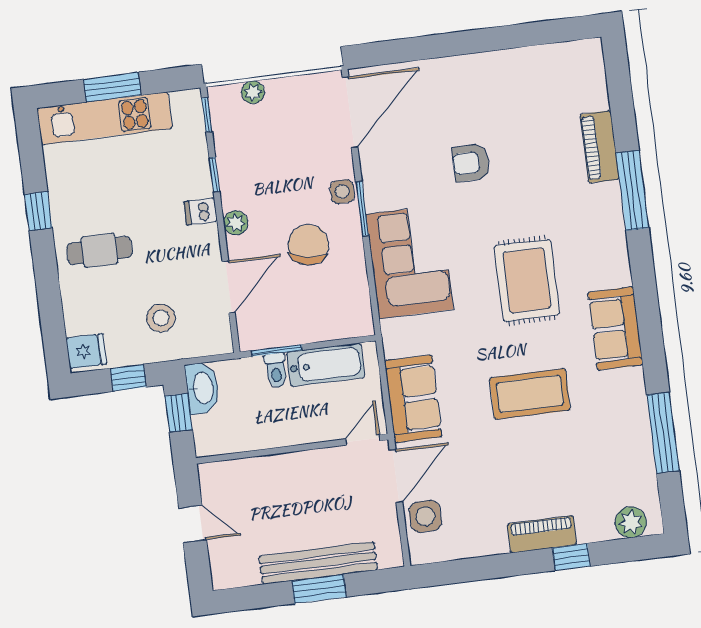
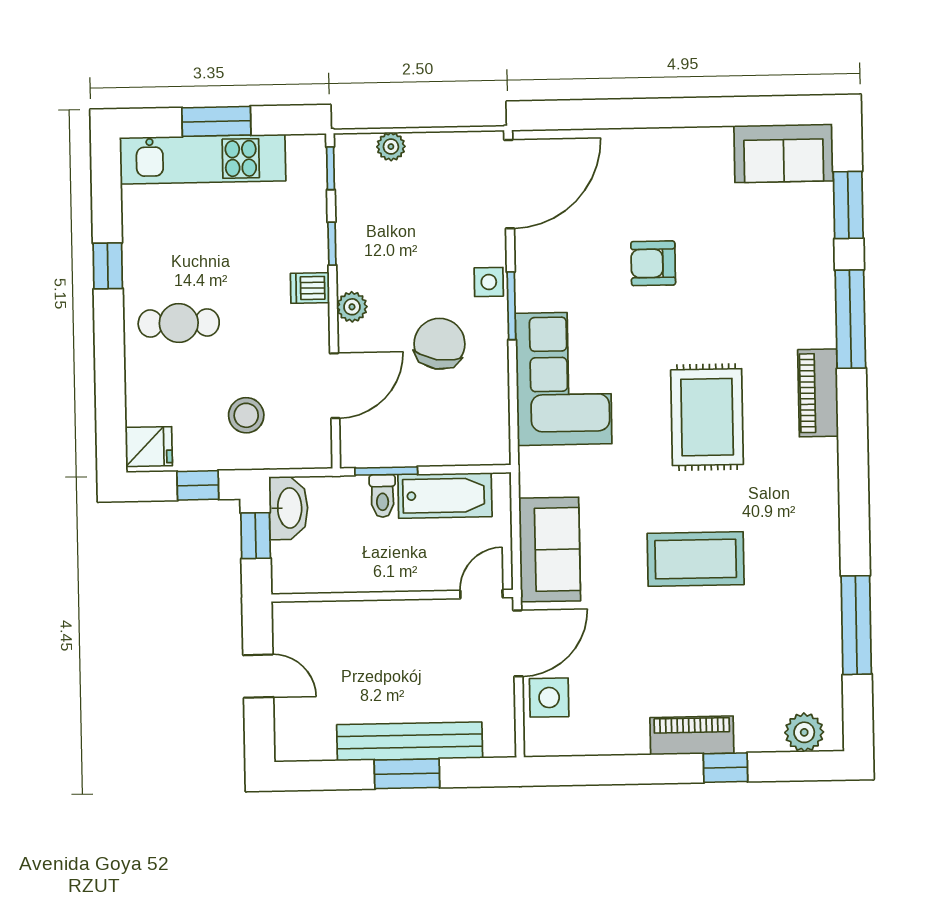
window: (621, 100) -> (848, 205), added
piano: (600, 147) -> (818, 393), moved
sofa: (615, 328) -> (784, 153), moved, turned -90

